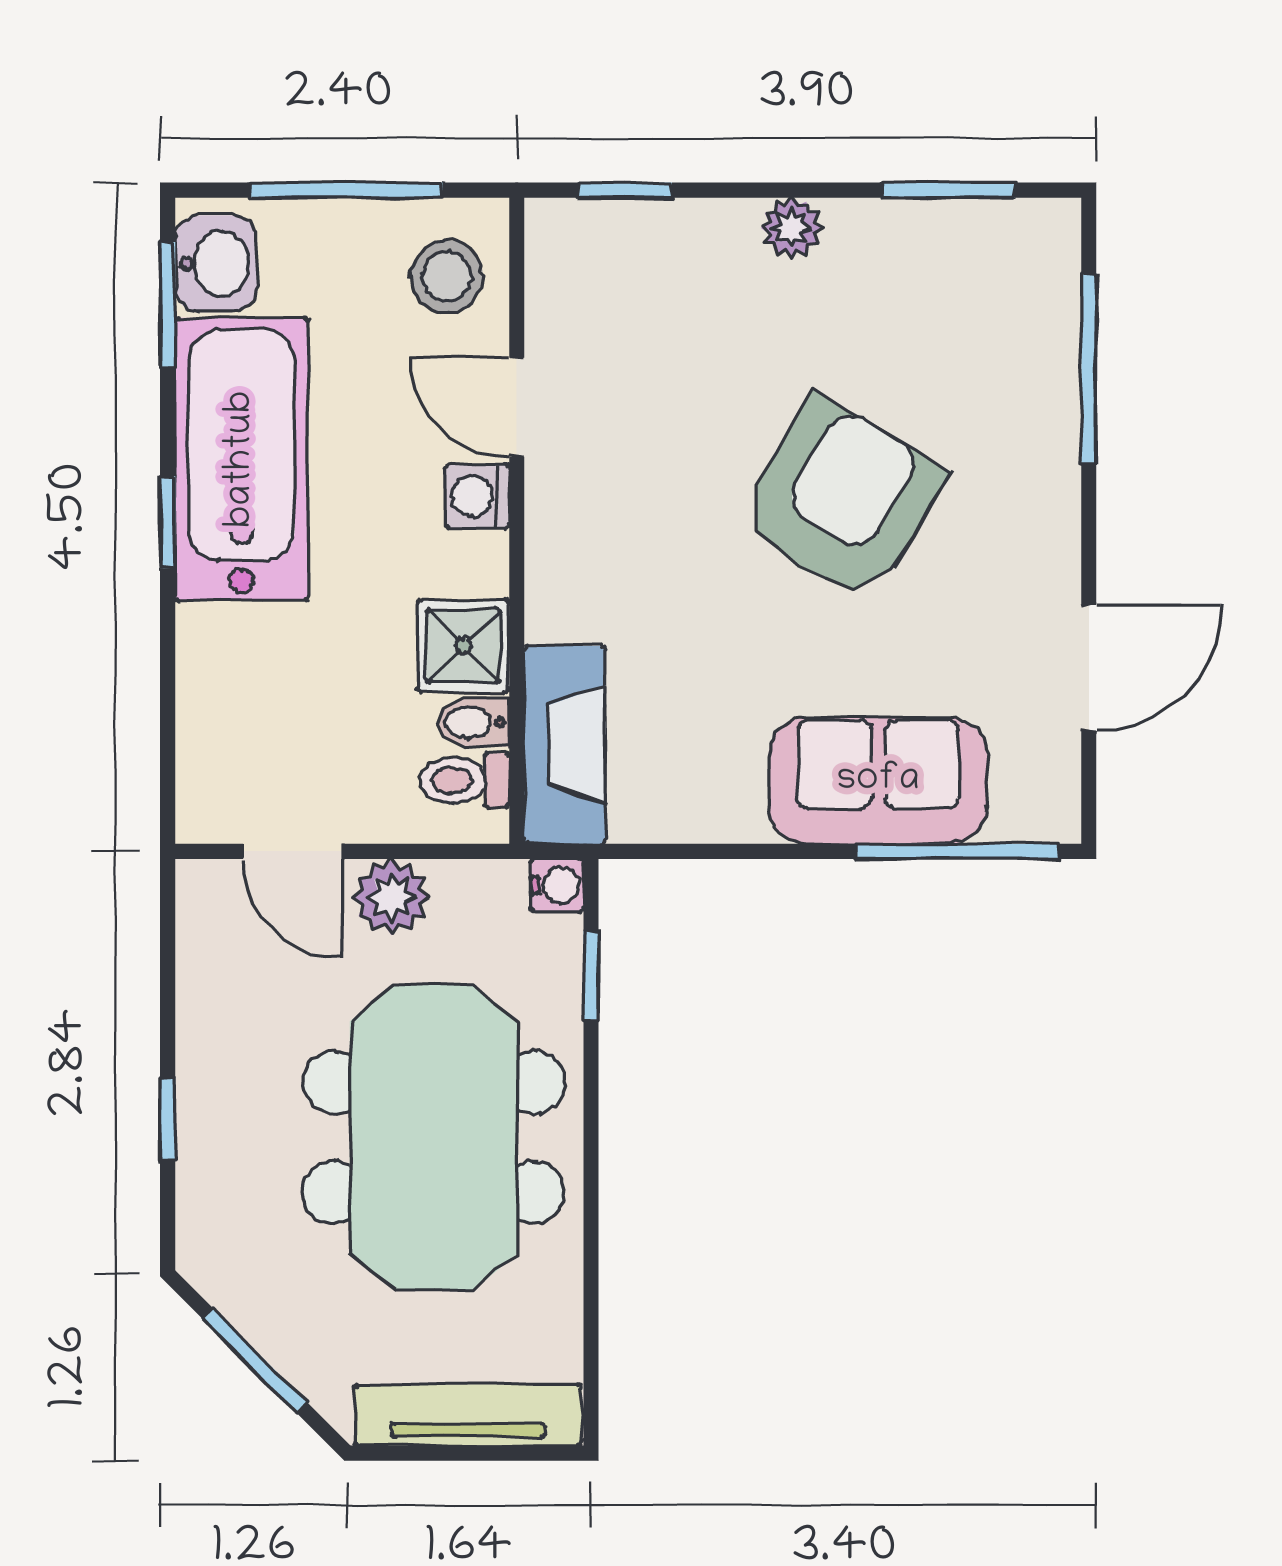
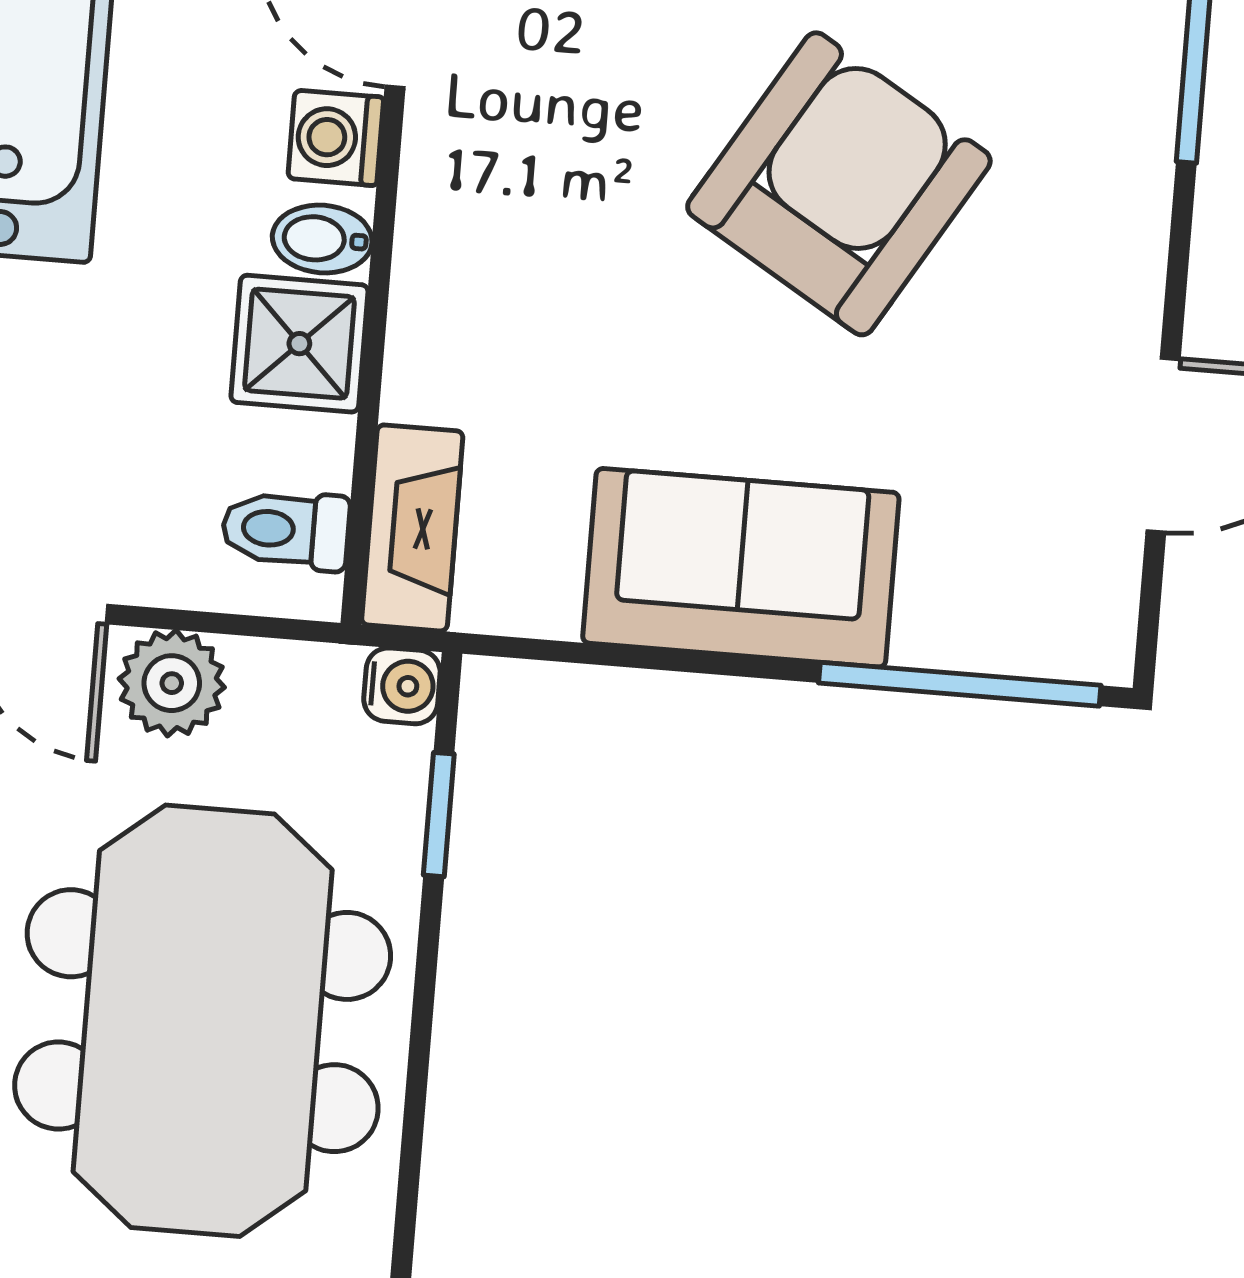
bidet: (473, 722) -> (322, 239), moved
fireplace: (565, 745) -> (412, 528), width x0.73, depth x0.76
sofa: (878, 781) -> (741, 568), moved

